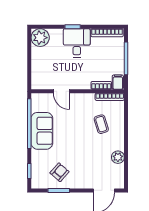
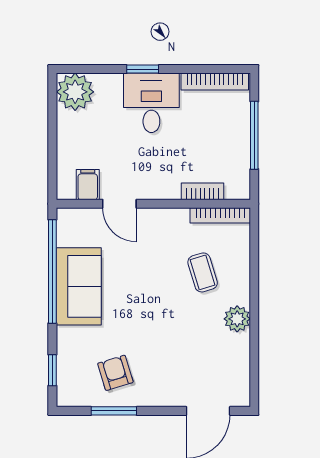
filing cabinet: (118, 82) -> (88, 185), moved
plant: (118, 157) -> (237, 319), moved
armchair: (60, 172) -> (115, 373), turned -58

